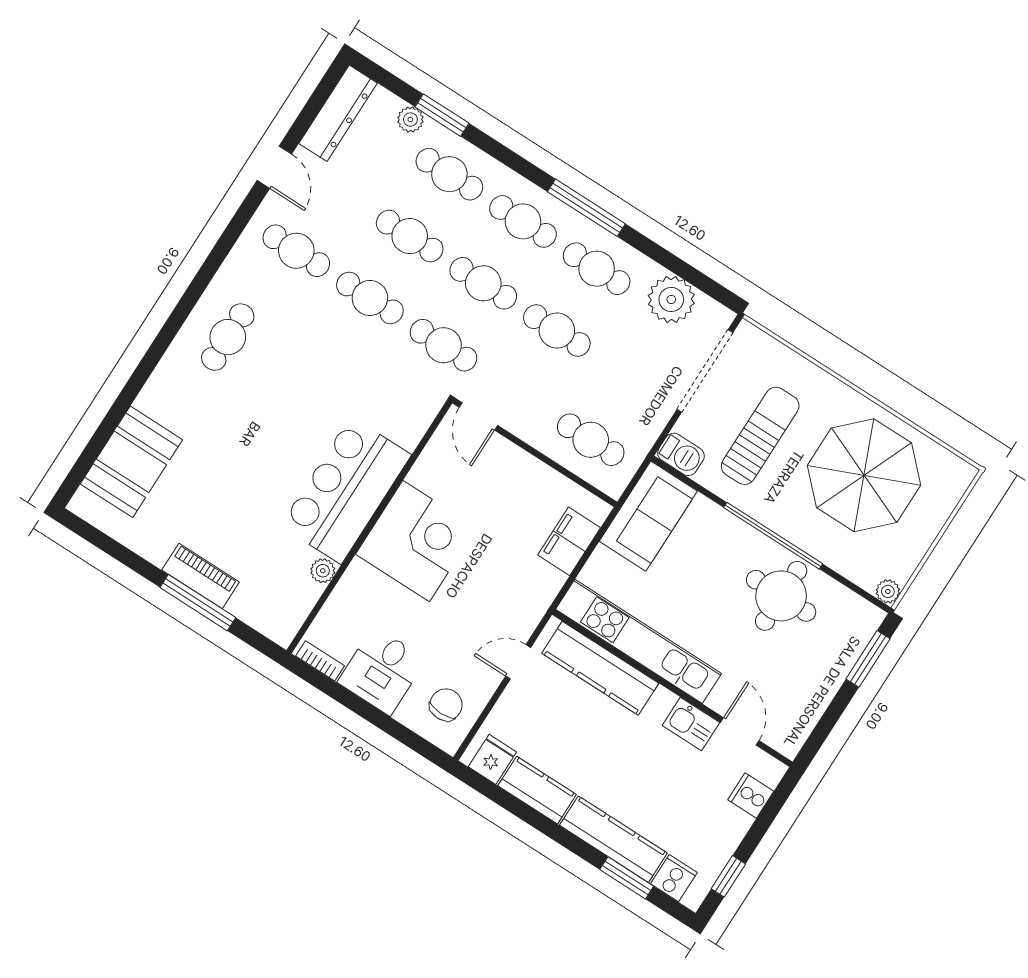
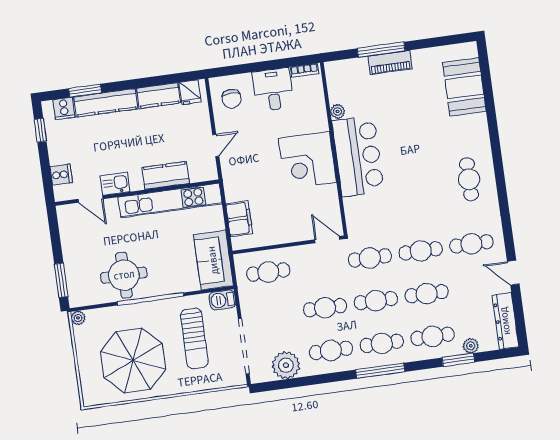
window: (586, 208) -> (380, 371), moved
kitchen counter: (600, 668) -> (166, 175), width x0.67

